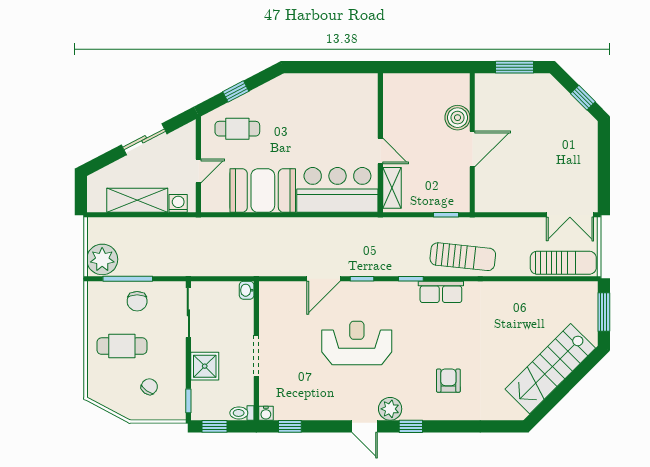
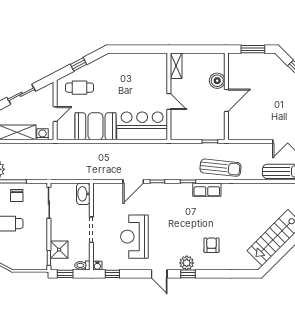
shelving: (392, 188) -> (176, 66), moved
washbasin: (247, 290) -> (83, 194), width x1.91, depth x1.45
reception desk: (357, 343) -> (134, 237), moved, turned -90
shower: (205, 366) -> (59, 250), moved
chair: (149, 387) -> (24, 249), removed
plant: (390, 409) -> (187, 263), moved

